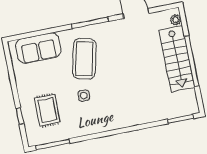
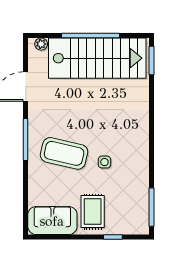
sofa: (38, 48) -> (52, 221), moved, turned -90
stairs: (177, 59) -> (97, 58), width x1.36, depth x1.51
rug: (47, 110) -> (93, 212), moved, turned 90

